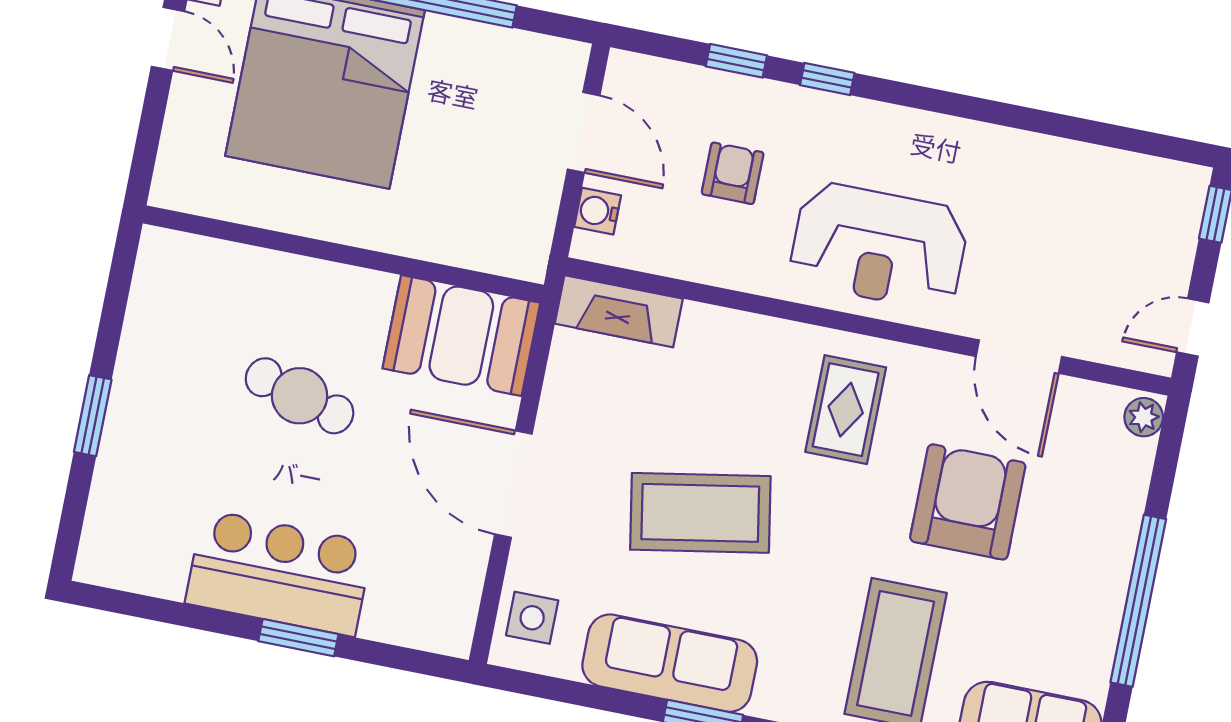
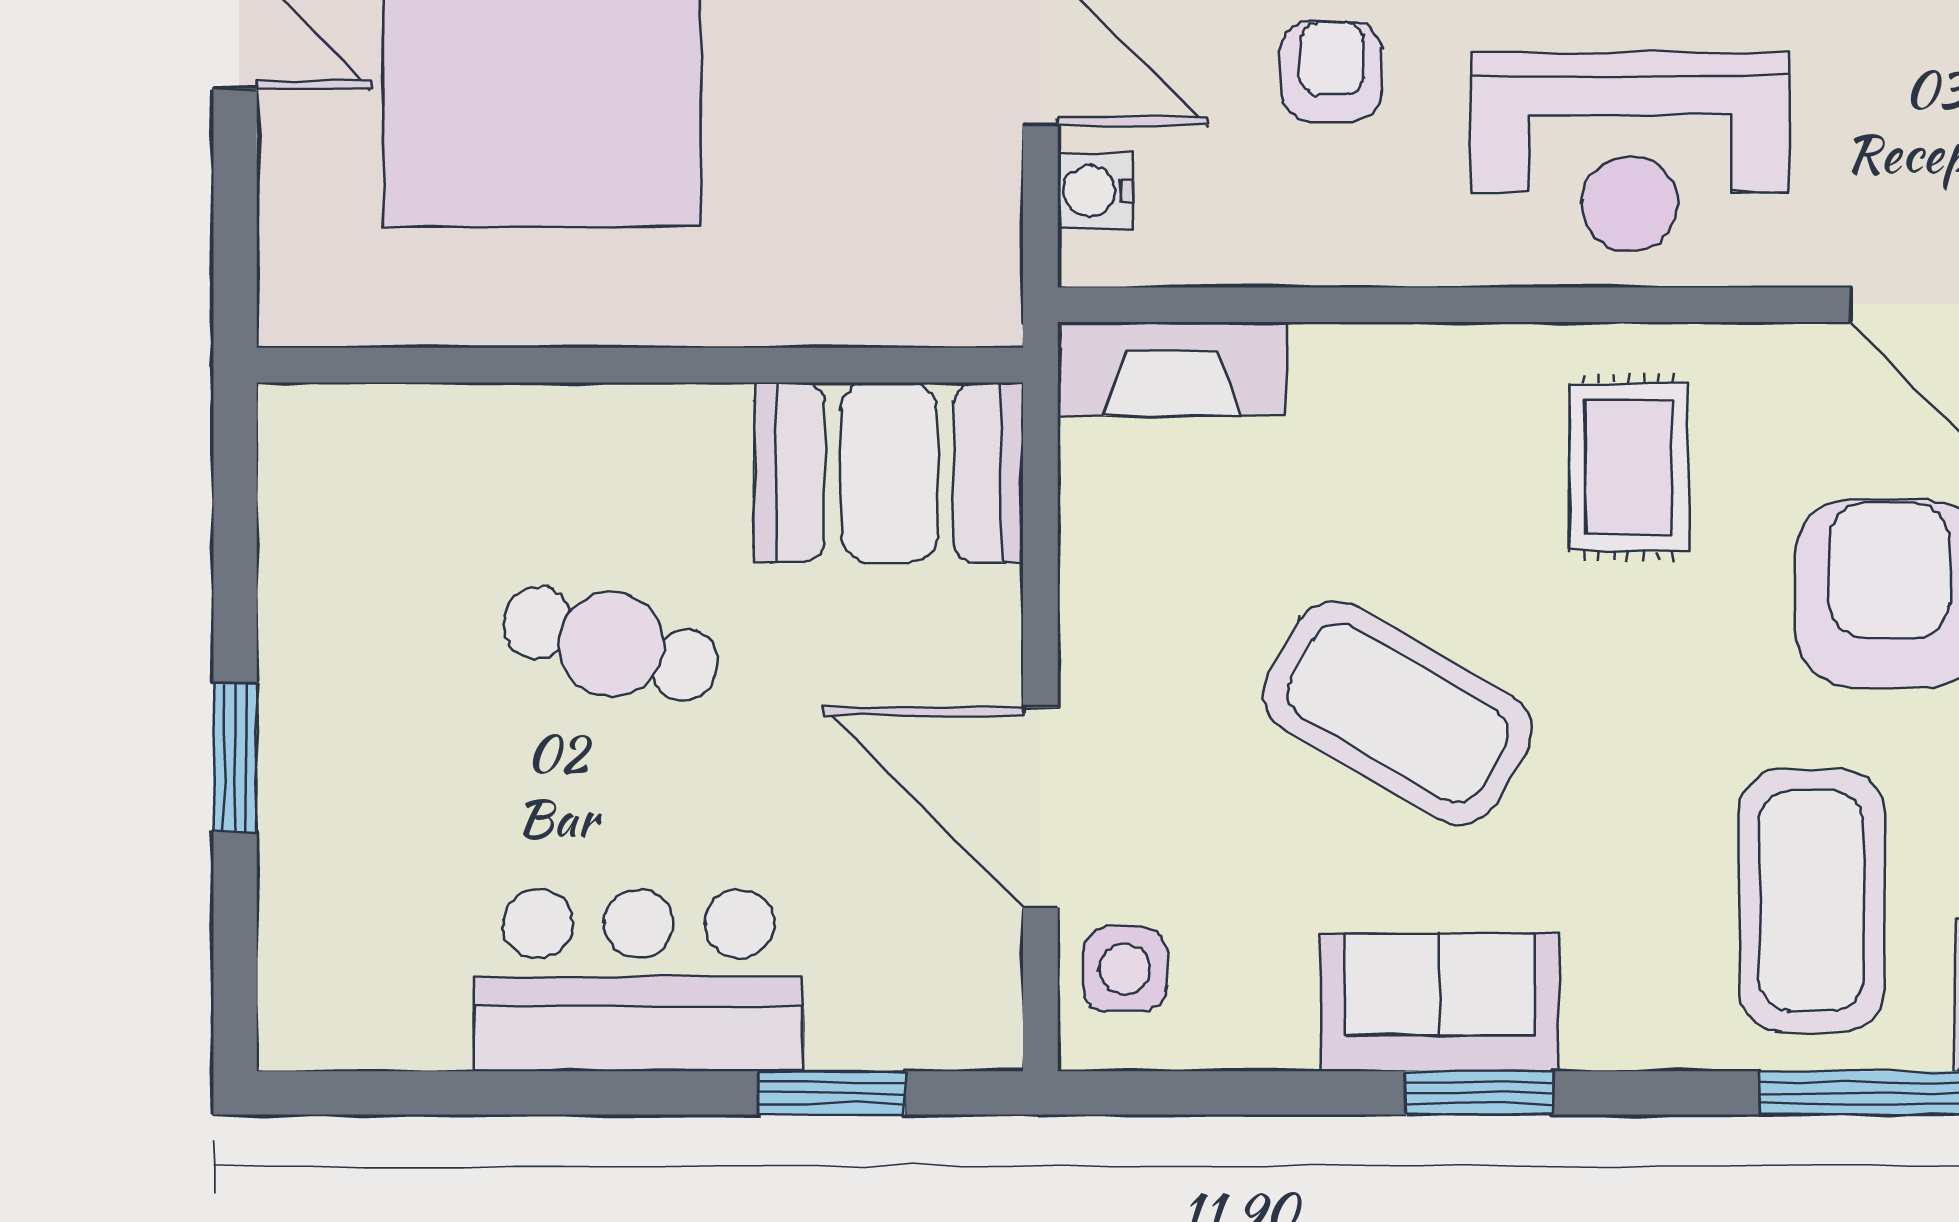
door: (513, 484) -> (1040, 808), moved
coffee table: (700, 513) -> (1398, 713), turned 40
window: (298, 638) -> (832, 1093), moved
sofa: (670, 663) -> (1439, 1002), width x0.73

